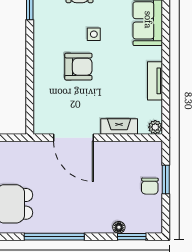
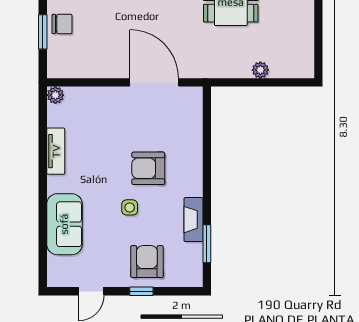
fireplace: (119, 127) -> (193, 220), moved, turned 90
chair: (150, 186) -> (62, 24), turned 89

